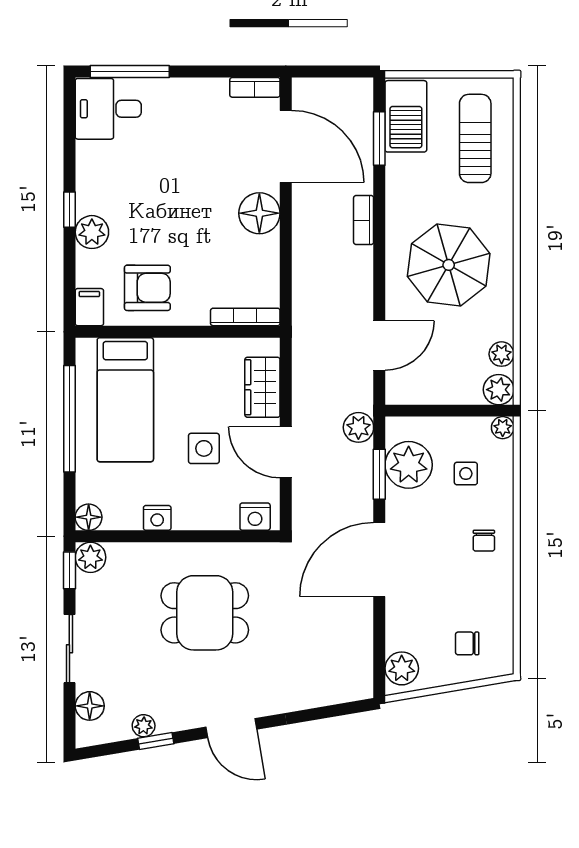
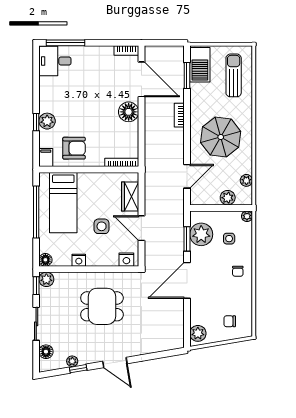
window: (69, 210) -> (36, 122), moved
plant: (499, 390) -> (228, 198), moved
plant: (358, 427) -> (177, 216), removed

